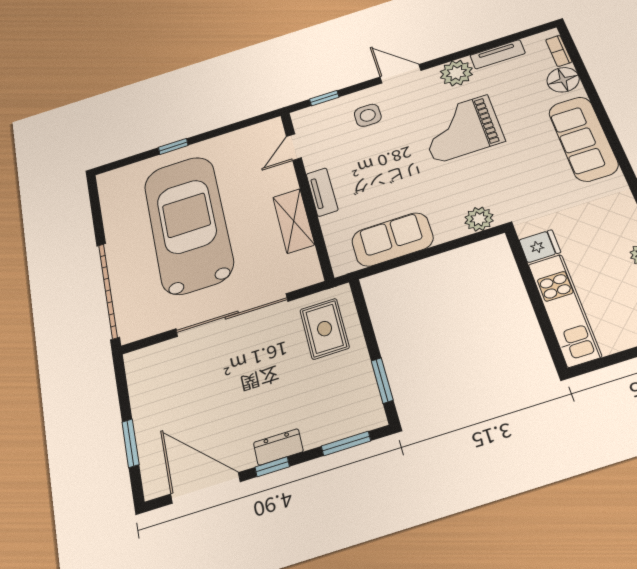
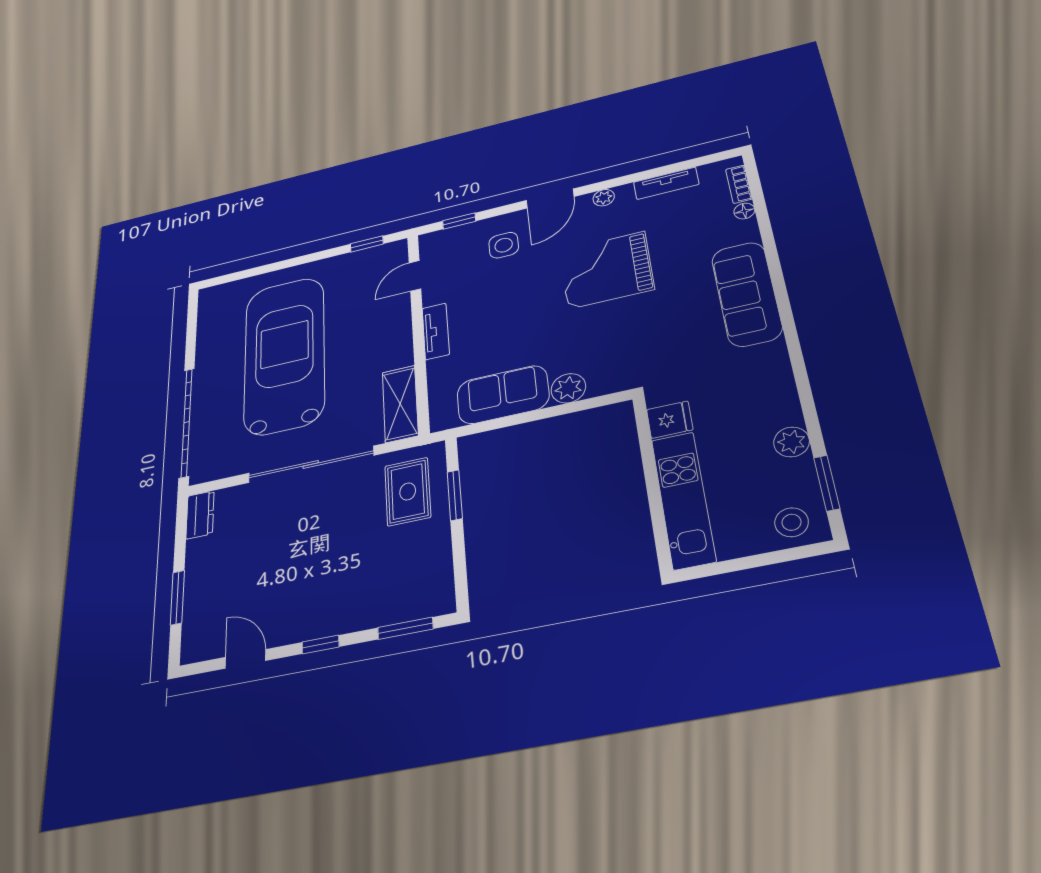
plant: (456, 73) -> (604, 198), width x0.53, depth x0.53
door: (400, 74) -> (550, 199), swing flipped
floor lamp: (563, 80) -> (744, 211), width x0.53, depth x0.53
window: (173, 146) -> (367, 244), moved
plant: (479, 219) -> (568, 388), moved
shelving: (294, 221) -> (400, 404), moved
window: (382, 380) -> (455, 495), moved
dresser: (278, 447) -> (200, 515), moved, turned 90
door: (205, 488) -> (245, 659), width x0.53

